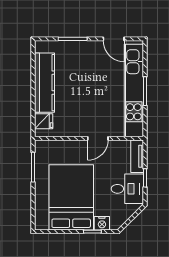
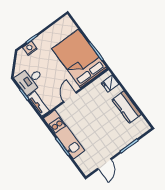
door: (114, 39) -> (105, 164), swing flipped
kitchen counter: (45, 83) -> (127, 107), width x0.67
kitchen unit: (134, 90) -> (64, 135), width x0.73
bed: (71, 197) -> (79, 58), moved, turned 180

